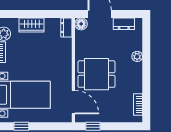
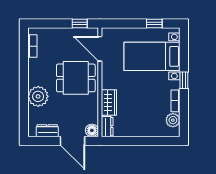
wardrobe: (32, 25) -> (109, 102), moved, turned 90
plant: (137, 56) -> (38, 96), width x1.87, depth x1.87

